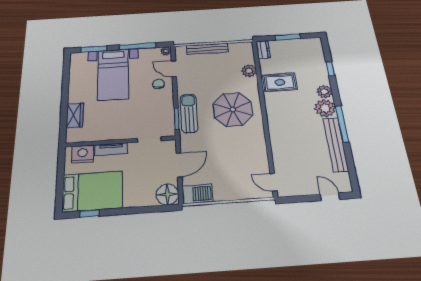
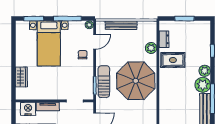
dresser: (263, 50) -> (164, 39), moved
door: (174, 69) -> (95, 42), swing flipped
parasol: (233, 109) -> (136, 81), width x1.36, depth x1.36

